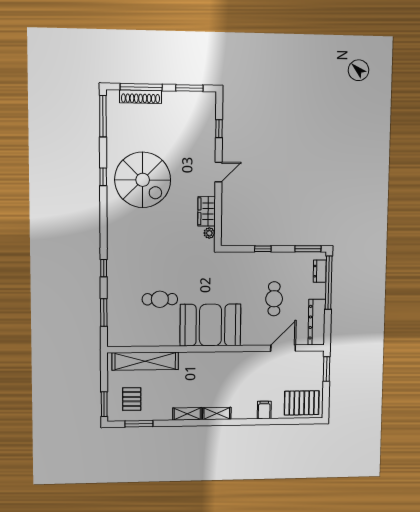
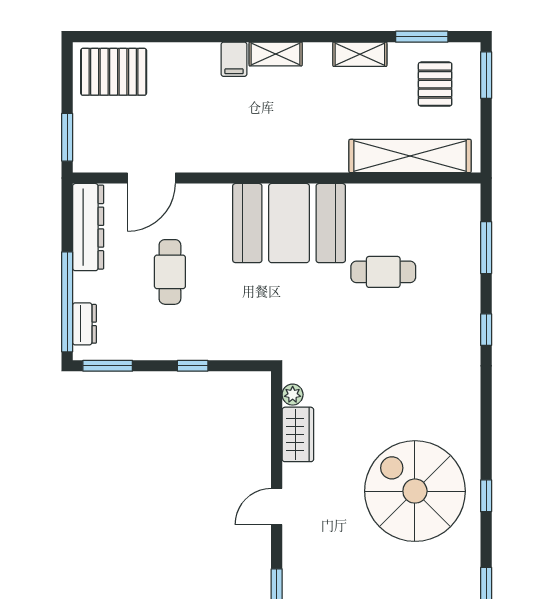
filing cabinet: (264, 410) -> (234, 59), moved
shelving: (187, 414) -> (360, 54), moved

